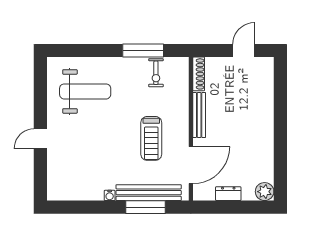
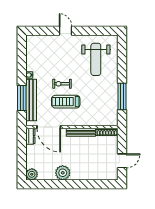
door: (244, 51) -> (122, 161), hinge flipped
exercise bike: (156, 73) -> (62, 84), moved
plant: (262, 143) -> (63, 173), added
dresser: (228, 194) -> (30, 136), moved

